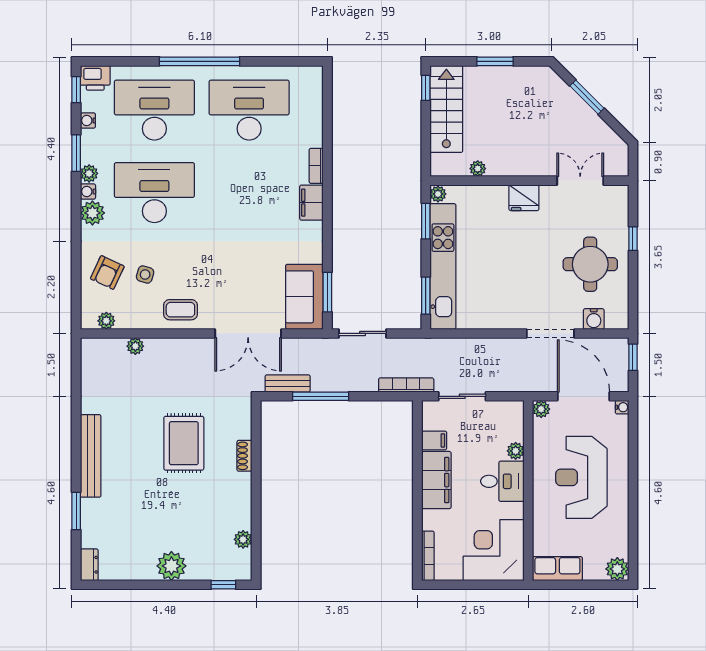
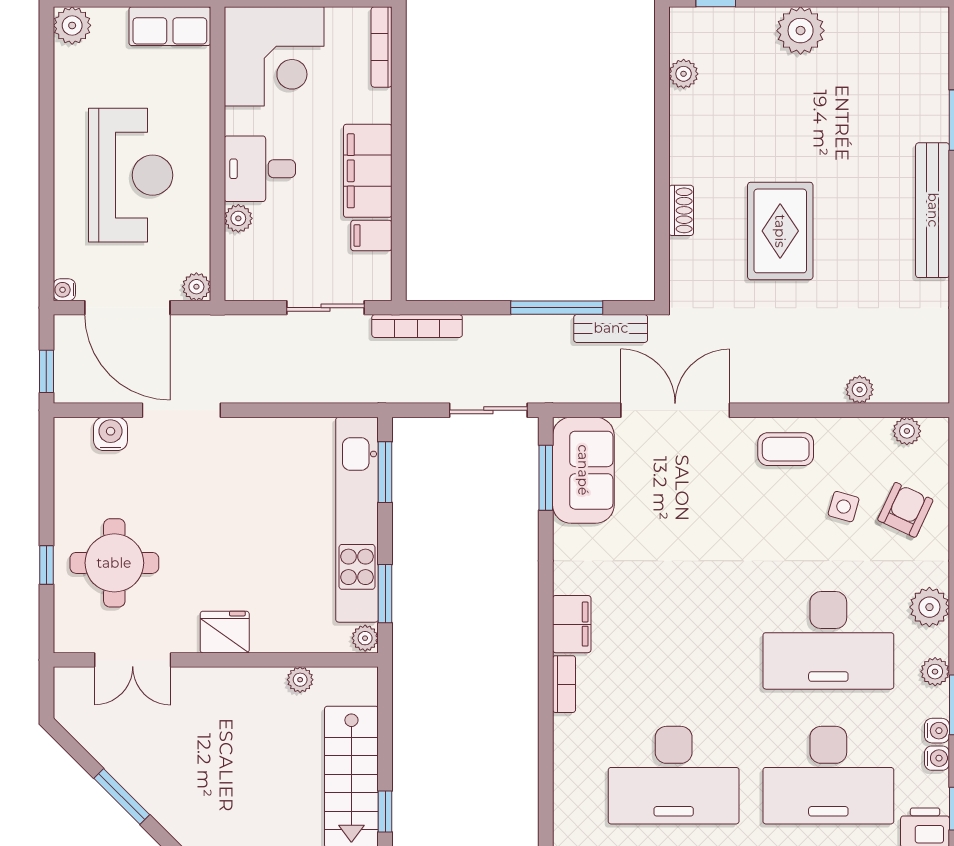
water cooler: (88, 192) -> (937, 731), moved
round table: (590, 264) -> (114, 563), moved
dresser: (89, 565) -> (935, 32), removed

